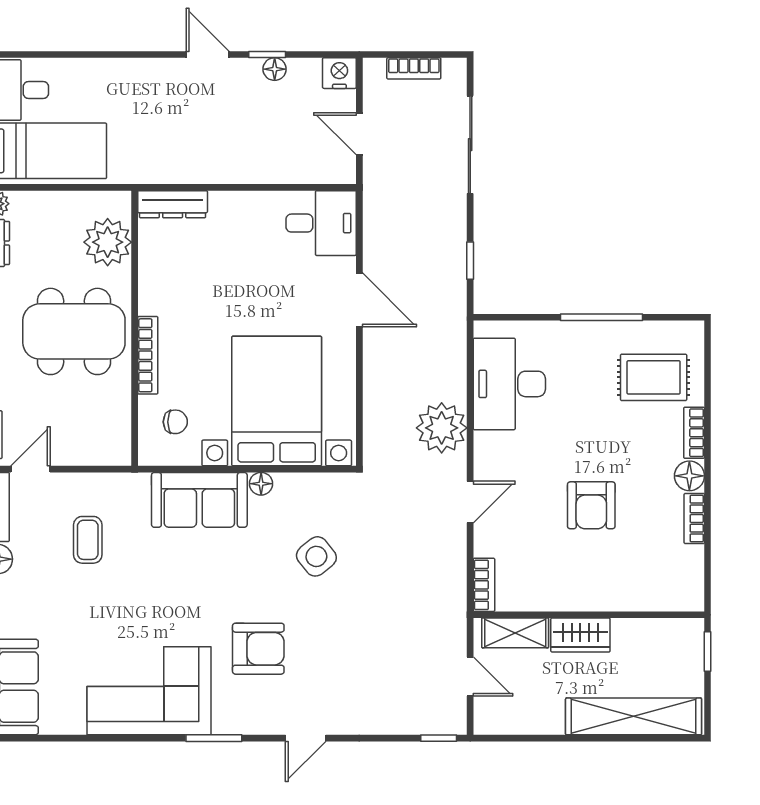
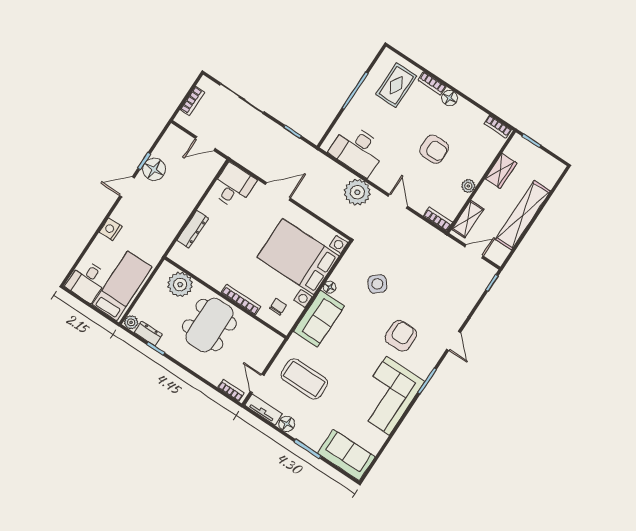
floor lamp: (275, 69) -> (154, 169), width x1.89, depth x1.89
nightstand: (339, 73) -> (111, 229), moved
dresser: (173, 204) -> (193, 229), moved
bookcase: (694, 519) -> (498, 127), moved
coffee table: (88, 540) -> (304, 379), width x1.86, depth x1.72
plant: (569, 599) -> (468, 186), added
wardrobe: (580, 635) -> (501, 171), moved
shelving: (634, 716) -> (523, 215), moved

